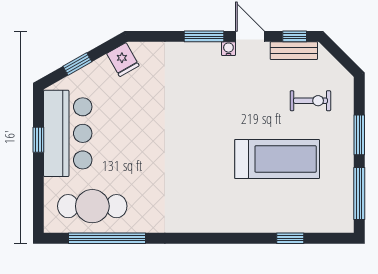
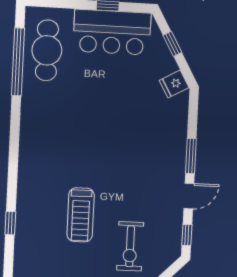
water cooler: (228, 49) -> (179, 177), removed
bench: (294, 51) -> (174, 234), removed
exercise bike: (310, 101) -> (130, 246), width x1.38, depth x1.39
treadmill: (277, 159) -> (81, 215), width x0.73, depth x0.73

